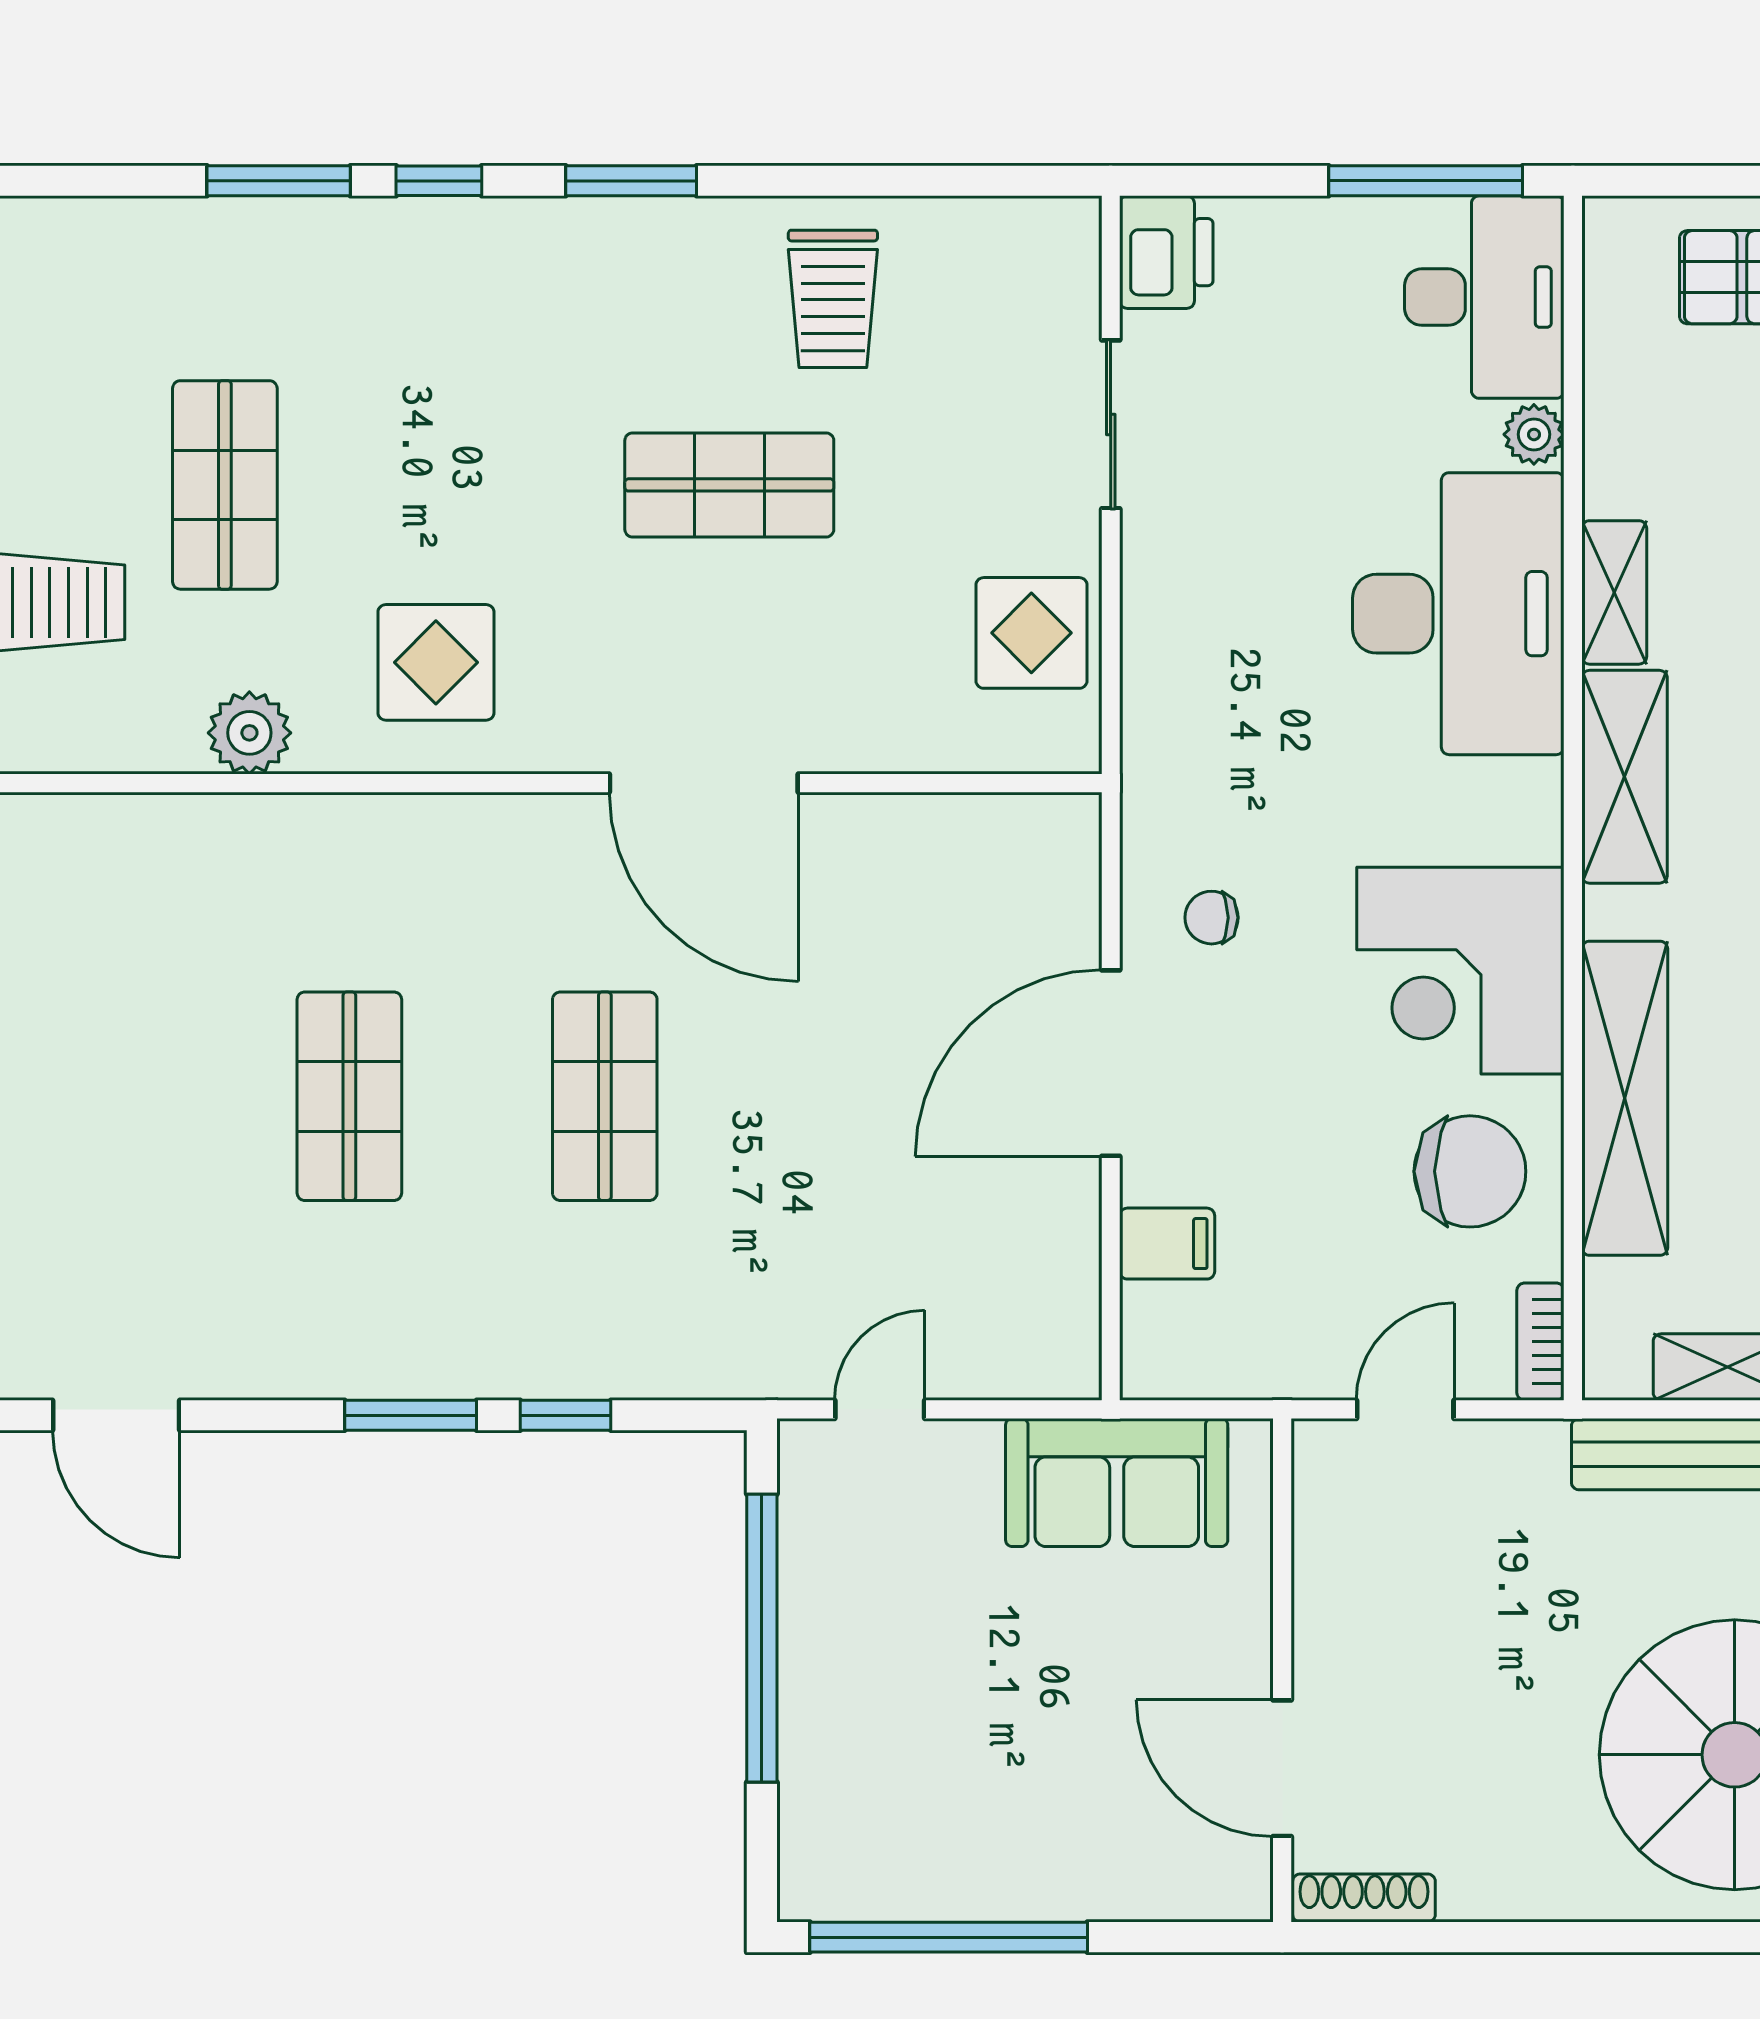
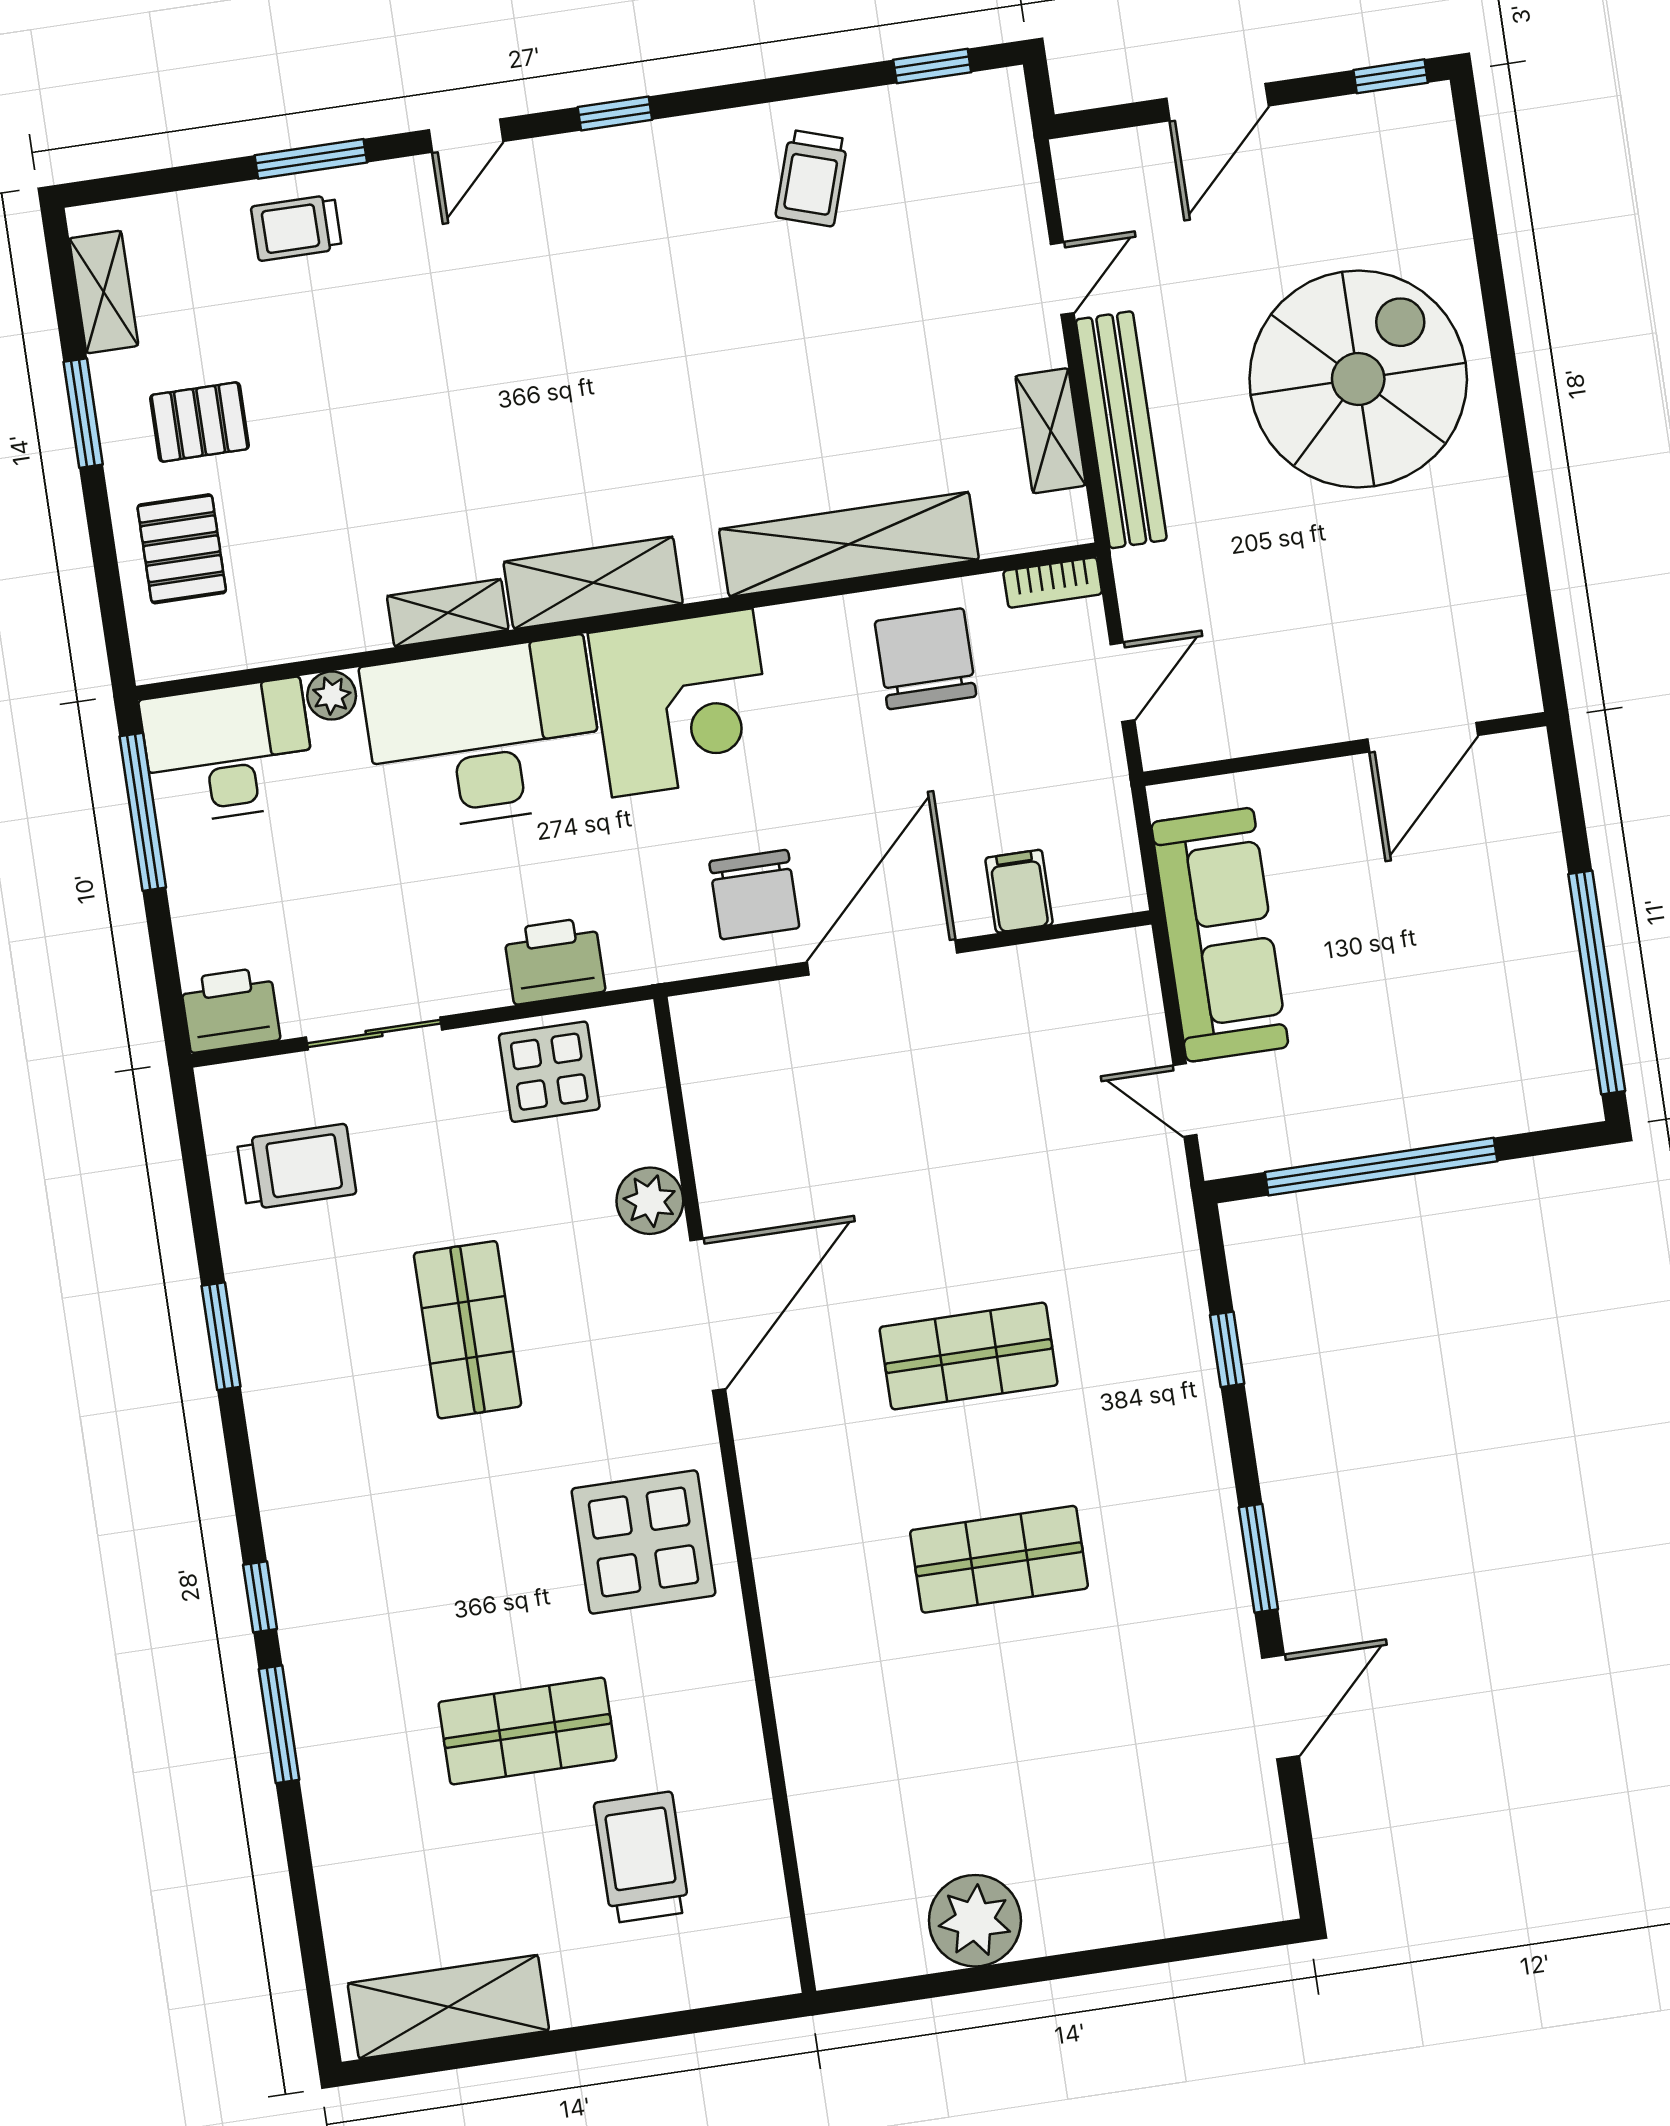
window: (631, 181) -> (221, 1336), moved
trolley: (833, 299) -> (297, 1167), moved
printer: (1167, 660) -> (554, 961), added
display table: (436, 662) -> (644, 1542), width x1.36, depth x1.36
plant: (249, 733) -> (650, 1201), moved
chair: (1212, 918) -> (754, 895), width x1.87, depth x1.87
corner desk: (1460, 971) -> (682, 703), moved
door: (1111, 1063) -> (882, 957), swing flipped
door: (1405, 1409) -> (1123, 682), swing flipped
window: (411, 1415) -> (1258, 1558), moved
sofa: (1117, 1482) -> (1220, 935), width x1.36
shoe rack: (1364, 1898) -> (1516, 657), removed

